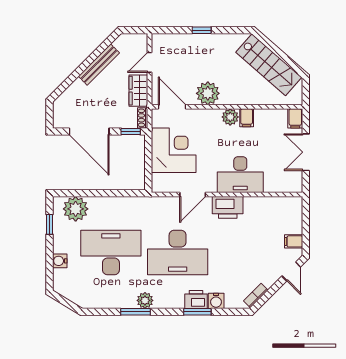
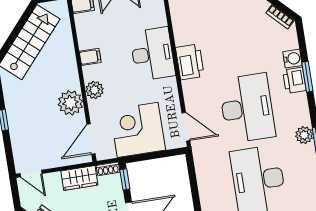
door: (149, 62) -> (31, 173), moved
plant: (230, 117) -> (95, 90), moved
door: (193, 195) -> (186, 127), moved

